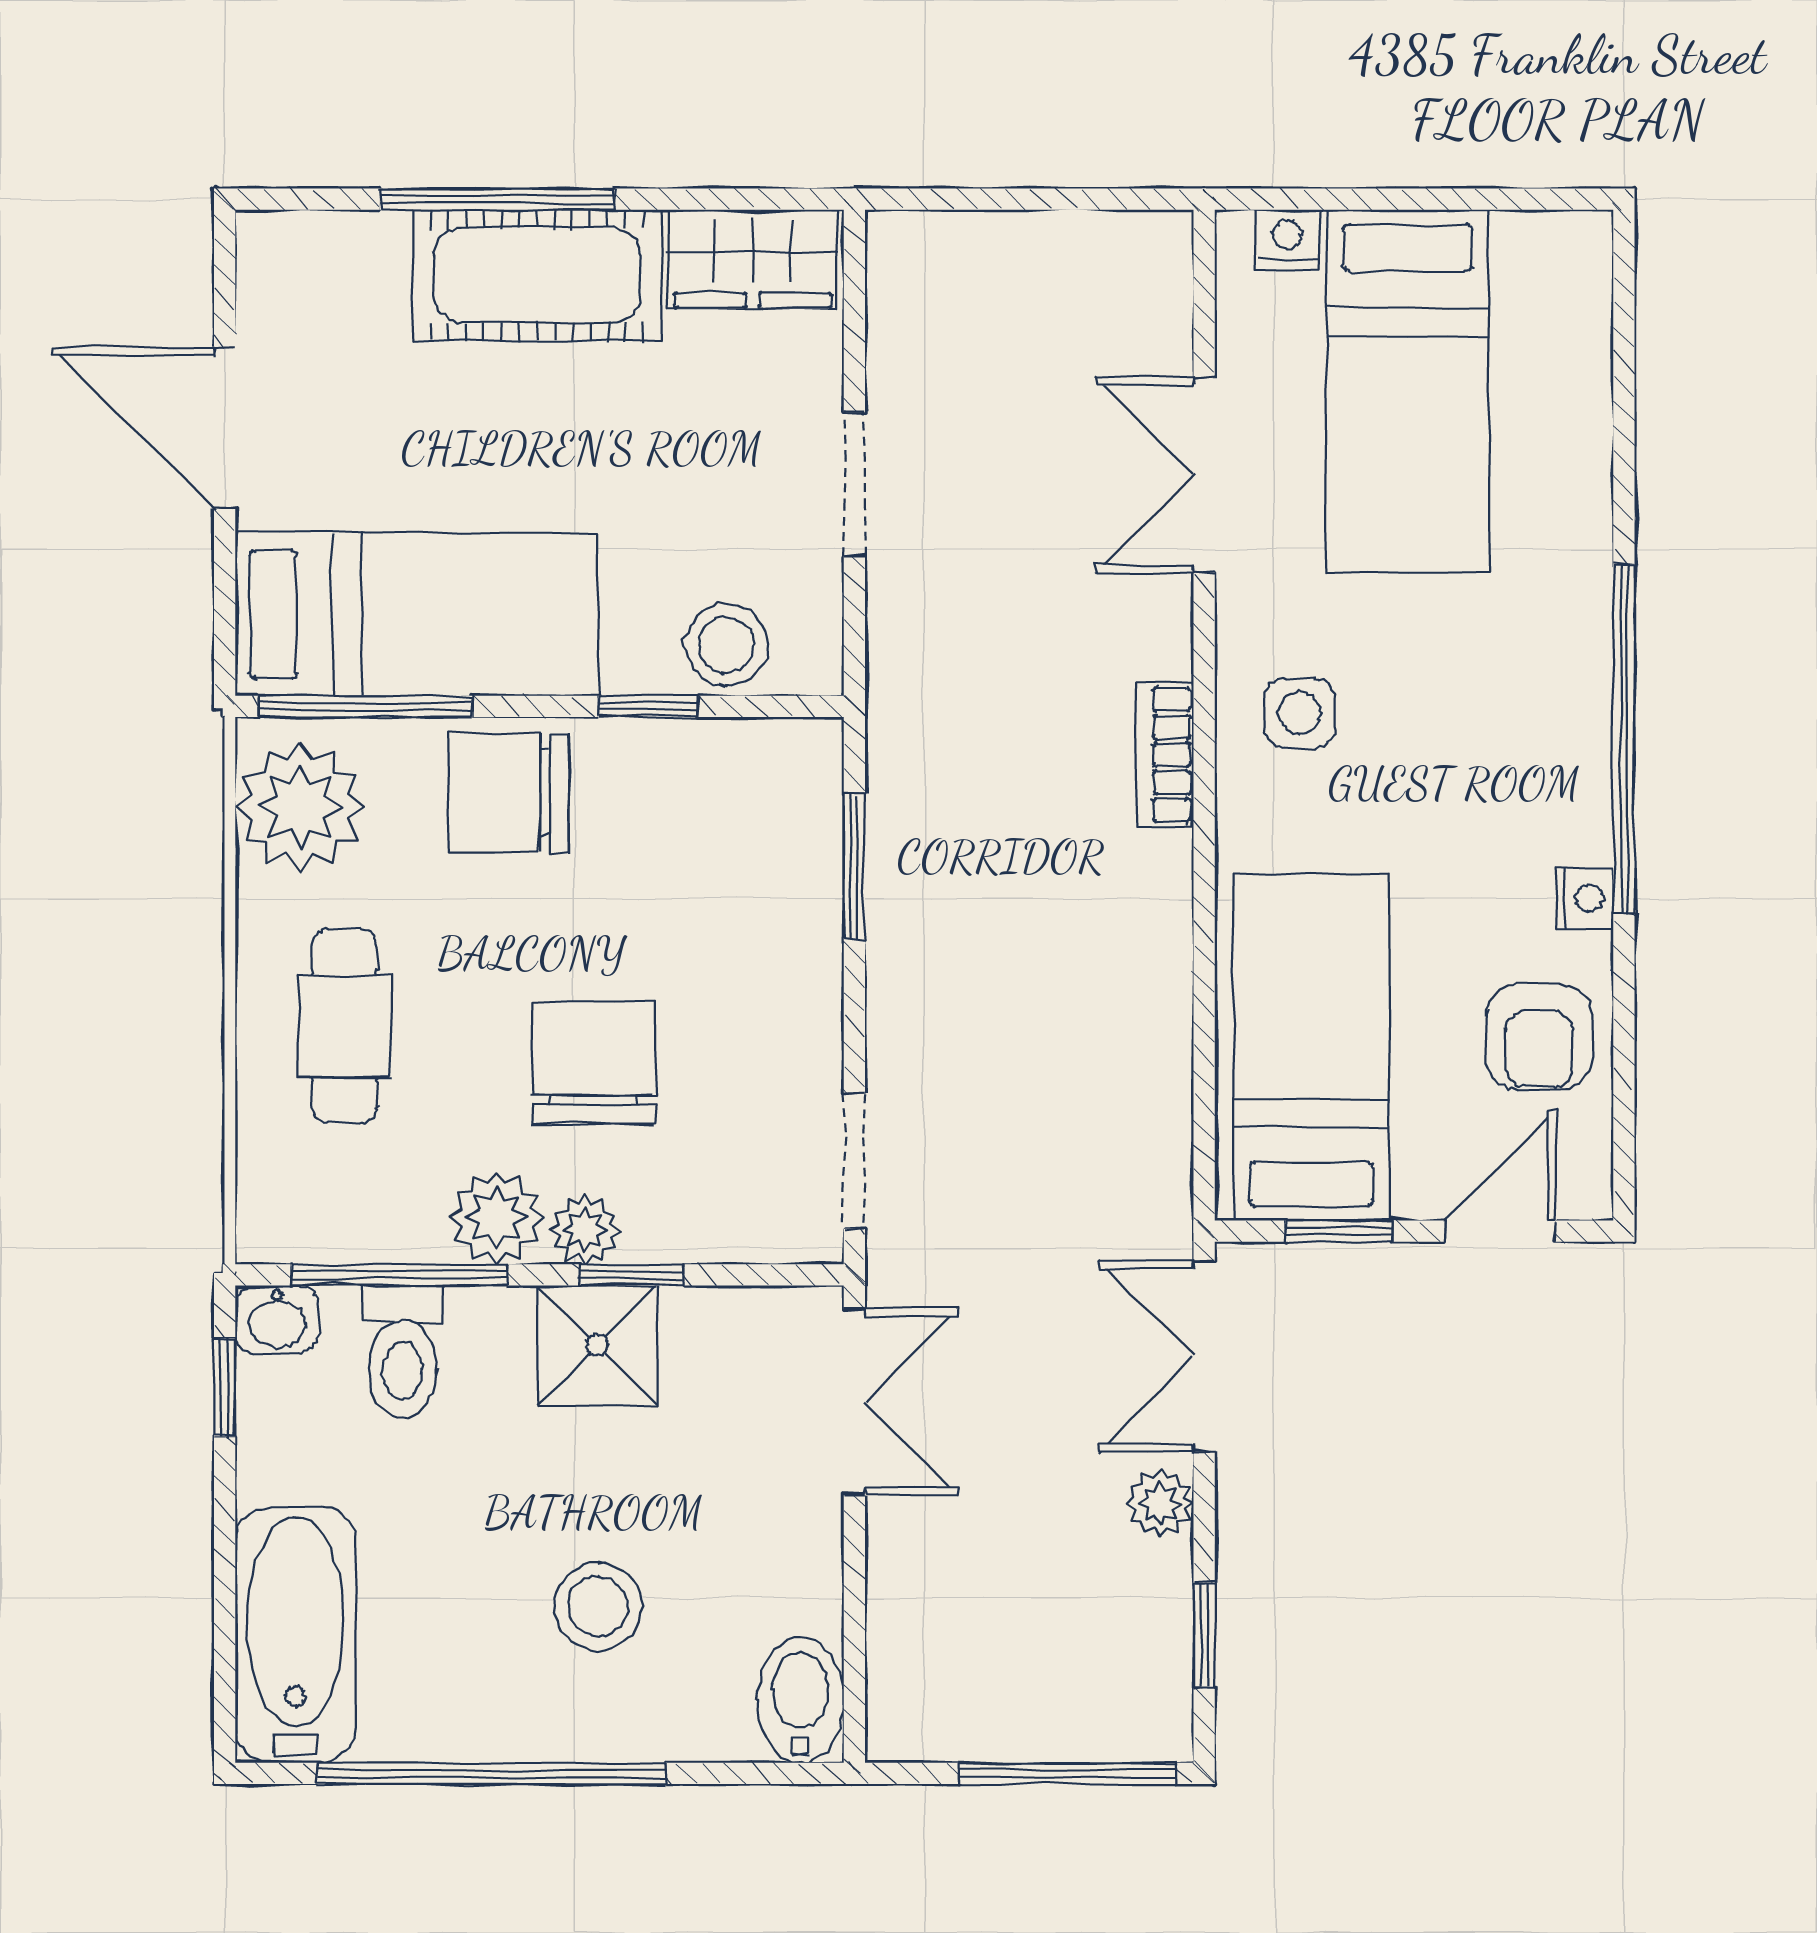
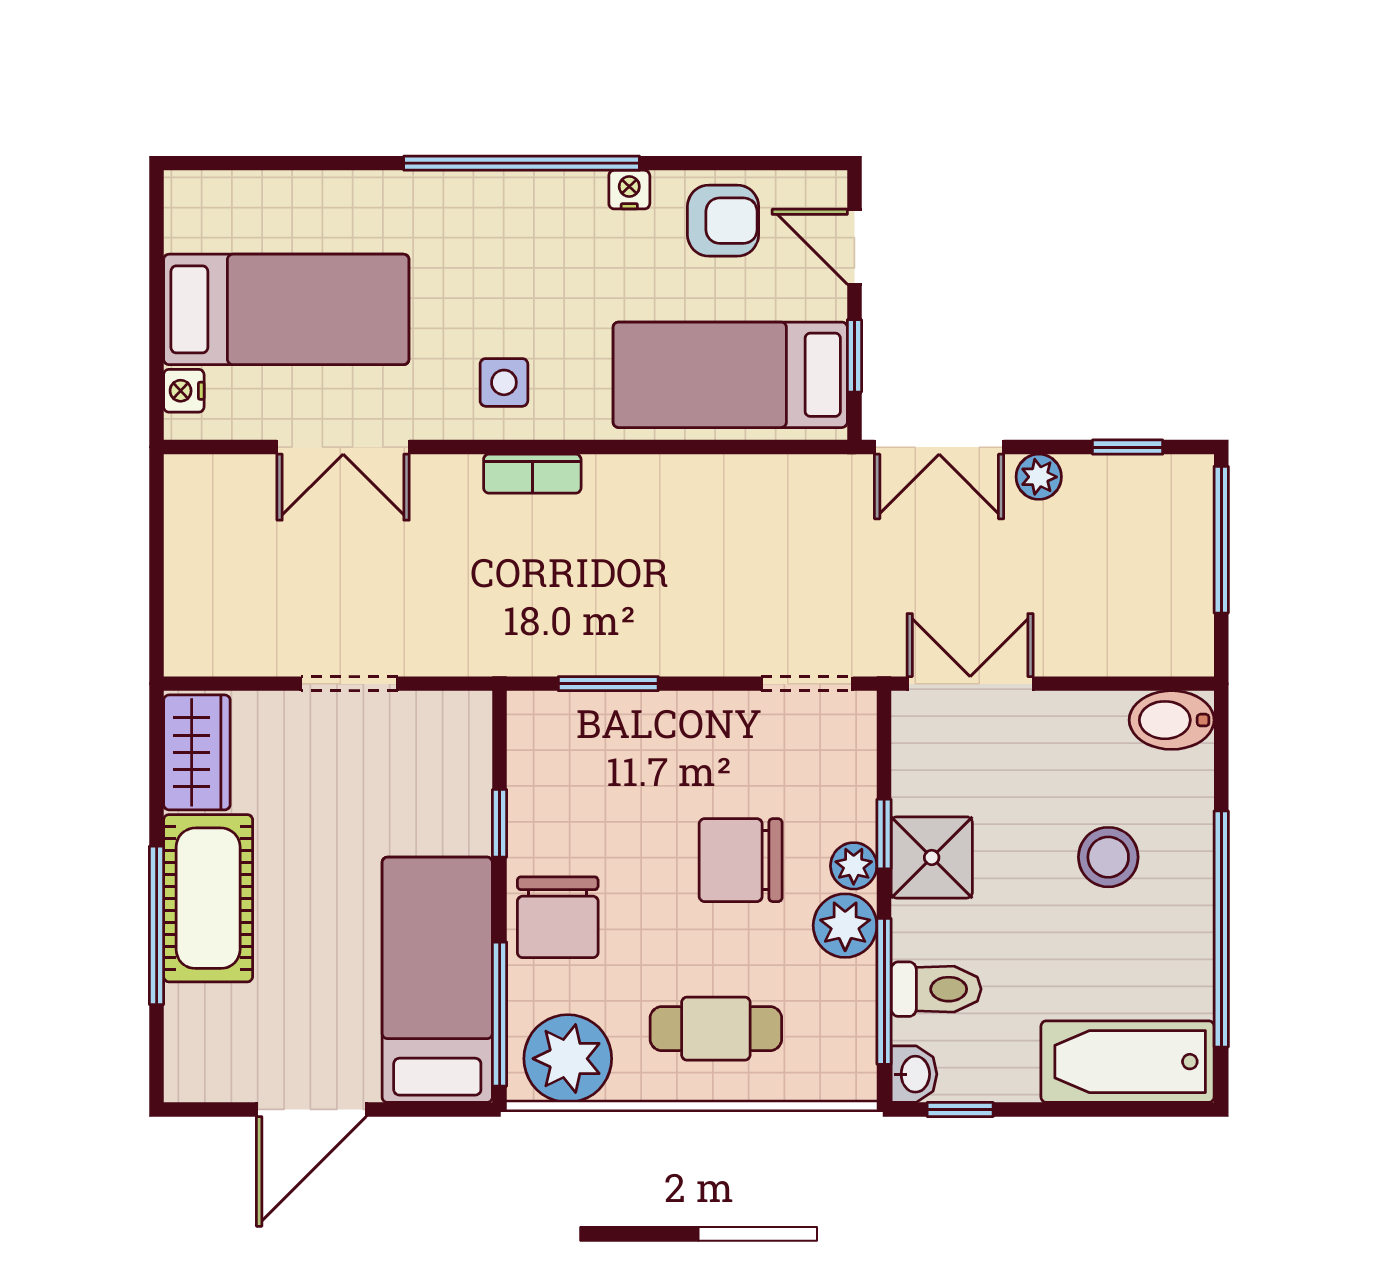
stool: (726, 645) -> (458, 770), removed

